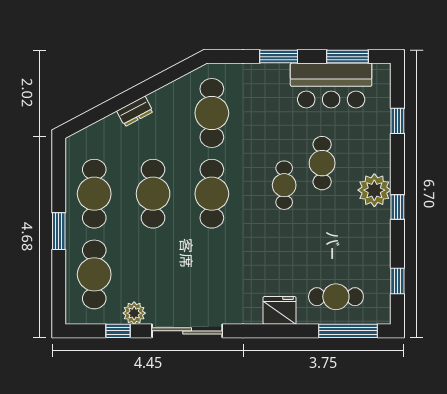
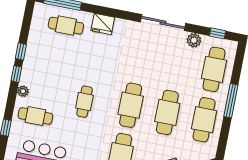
cafe table: (322, 163) -> (35, 116), moved, turned 90
plant: (374, 190) -> (23, 91), width x0.53, depth x0.53
window: (59, 231) -> (231, 101), width x1.44
window: (397, 281) -> (21, 51), moved
window: (118, 331) -> (218, 33), moved

